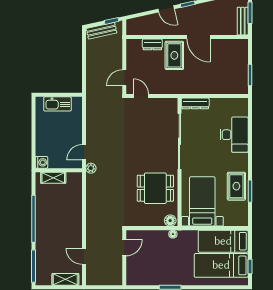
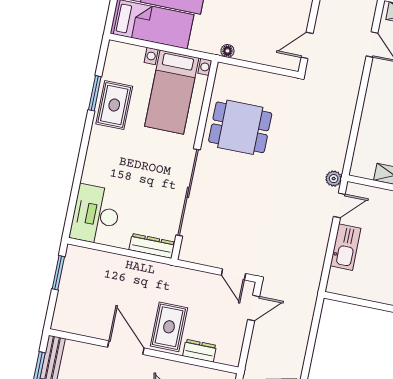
kitchen sink: (57, 104) -> (345, 247), moved, turned 90
desk: (234, 135) -> (96, 215), moved
floor lamp: (170, 221) -> (227, 73), removed

